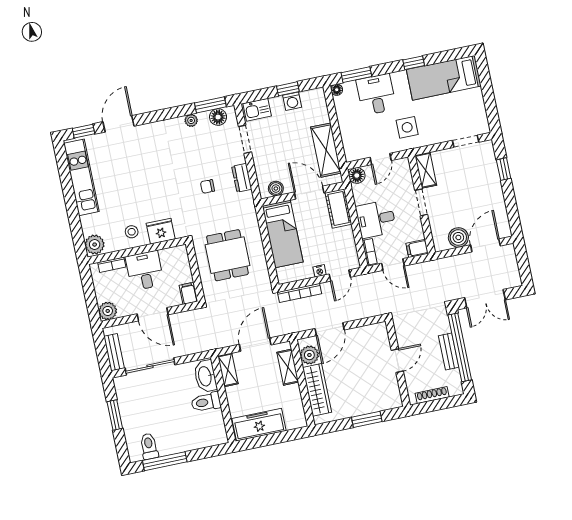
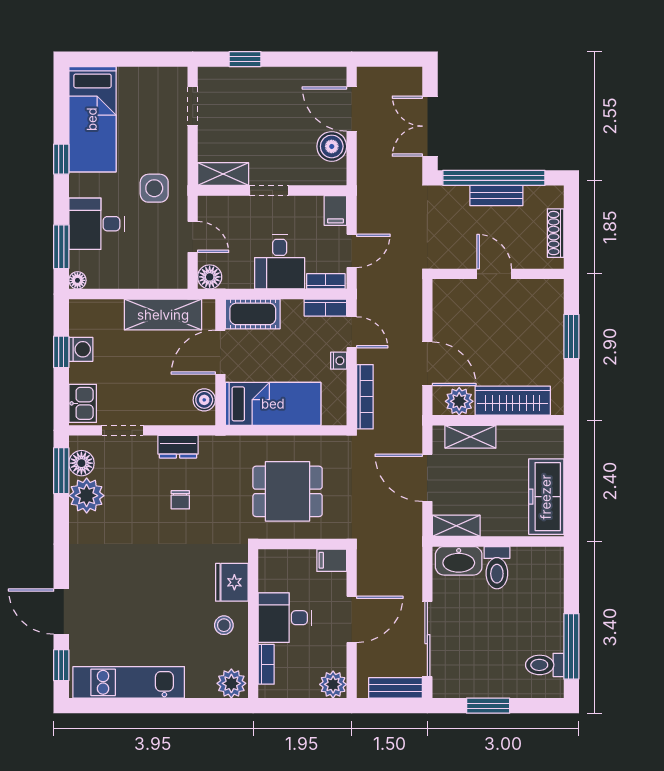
plant: (191, 120) -> (87, 496), width x1.88, depth x1.88
bookcase: (352, 255) -> (325, 308), added
double door: (485, 299) -> (430, 126), swing flipped

